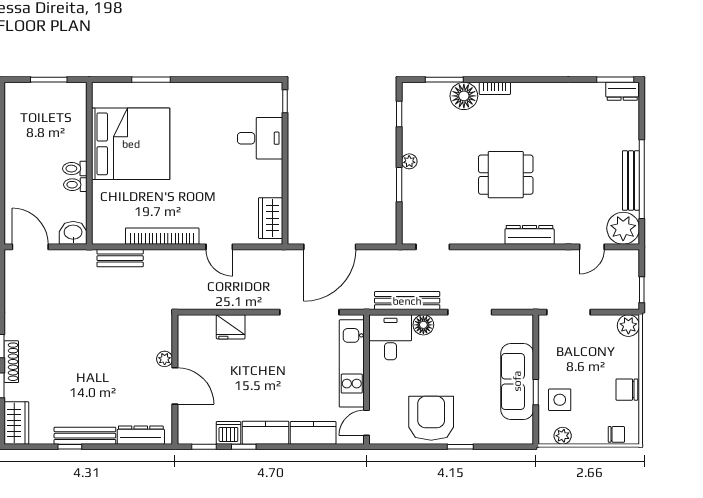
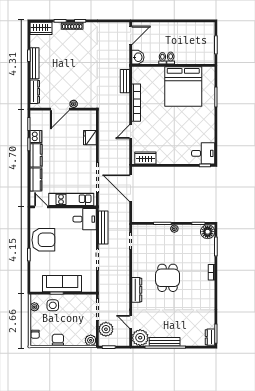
floor lamp: (464, 96) -> (208, 232), moved
desk: (260, 138) -> (203, 153), moved, turned -90
plant: (607, 295) -> (106, 329), added
floor lamp: (423, 325) -> (91, 236), removed

